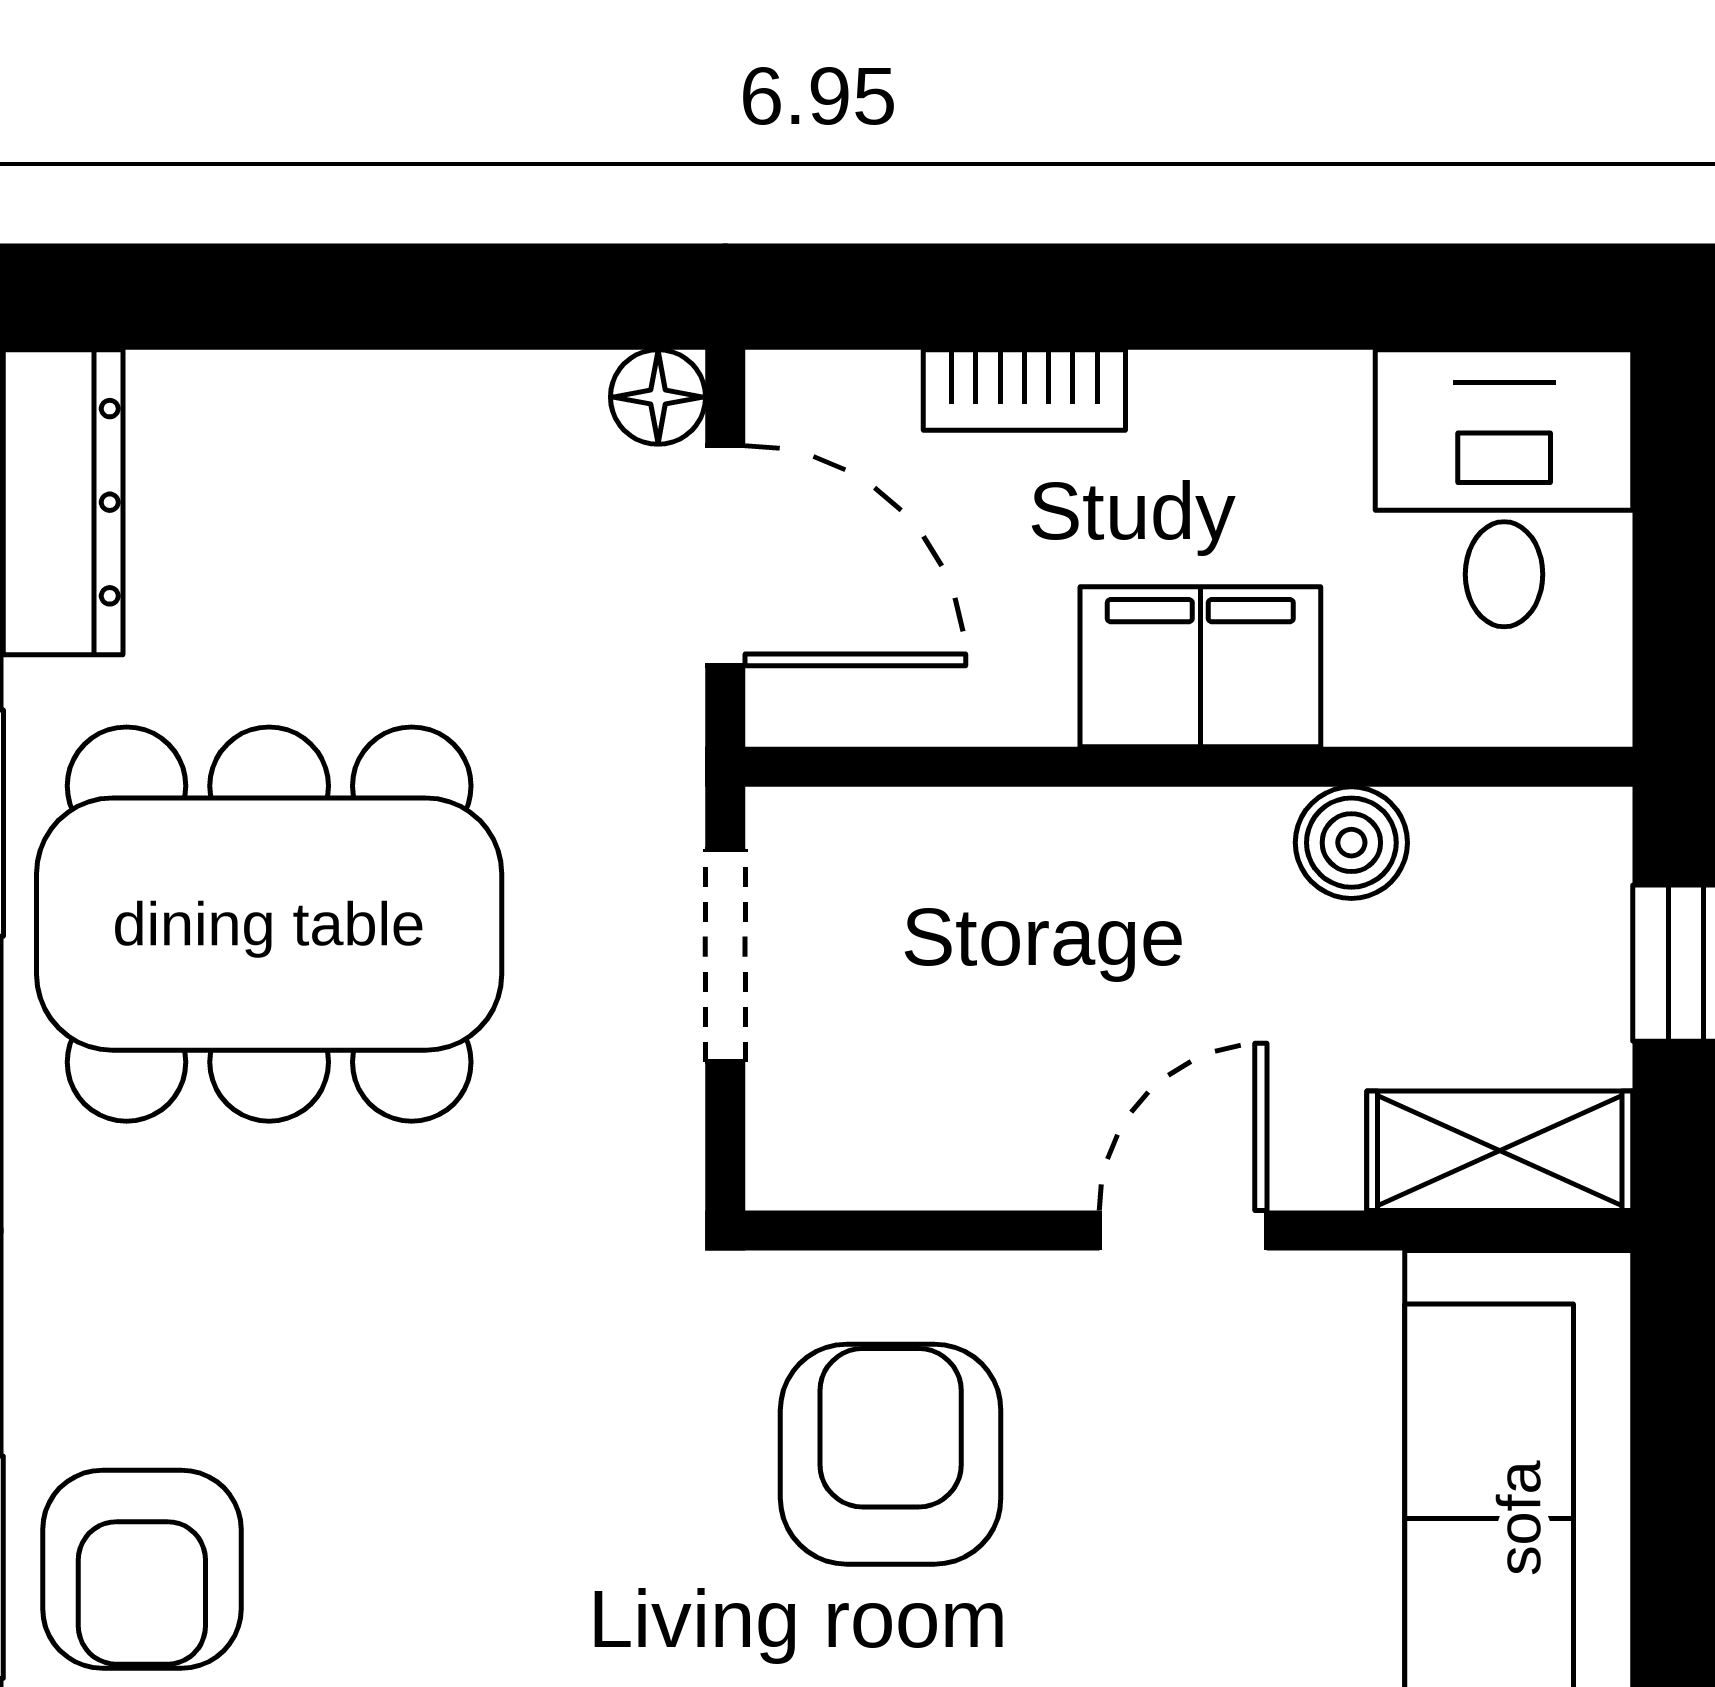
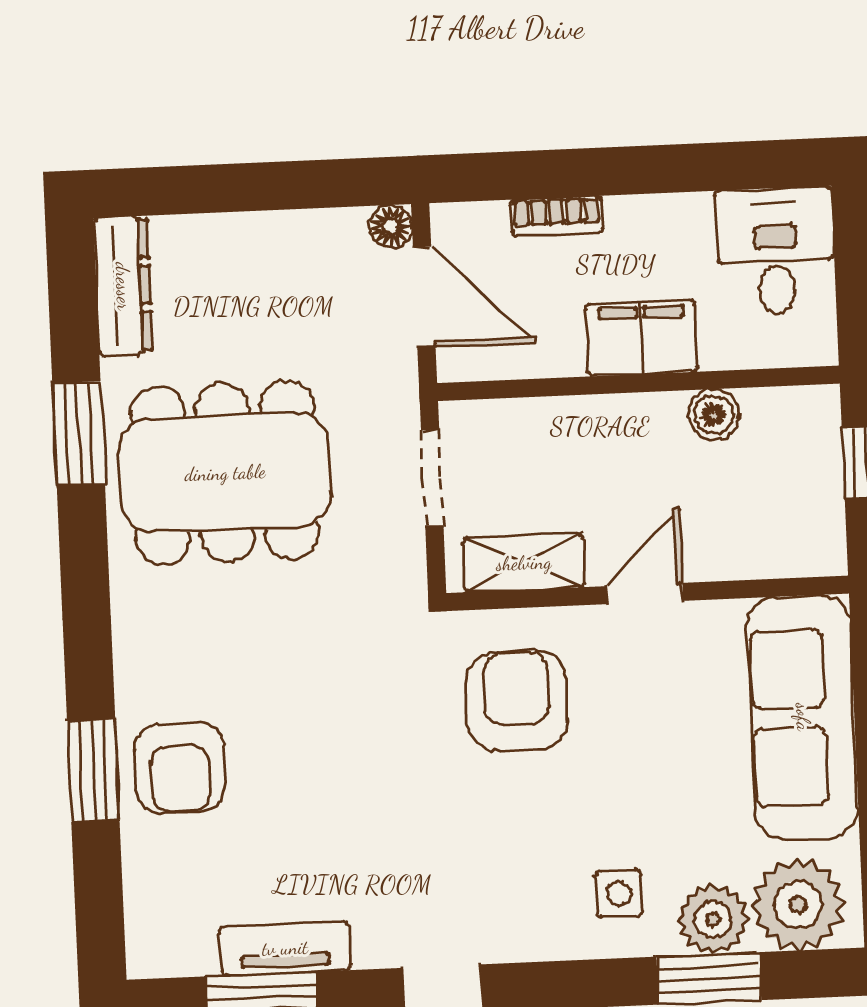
shelving: (1500, 1151) -> (524, 563), moved

